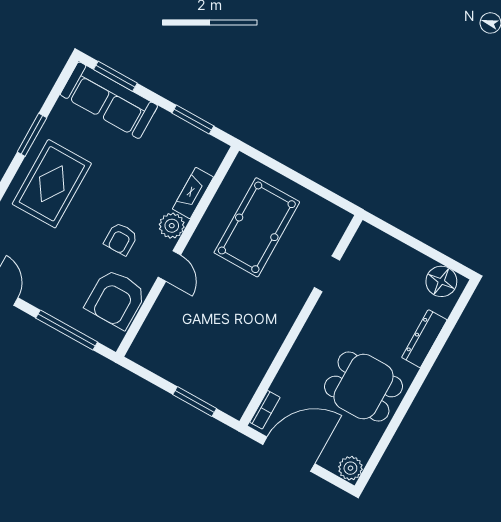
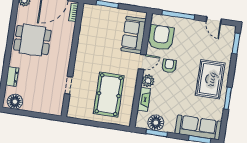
floor lamp: (187, 140) -> (156, 123), added
door: (169, 266) -> (142, 62), swing flipped
sofa: (166, 324) -> (134, 35), added
dresser: (424, 339) -> (12, 77), width x0.70

